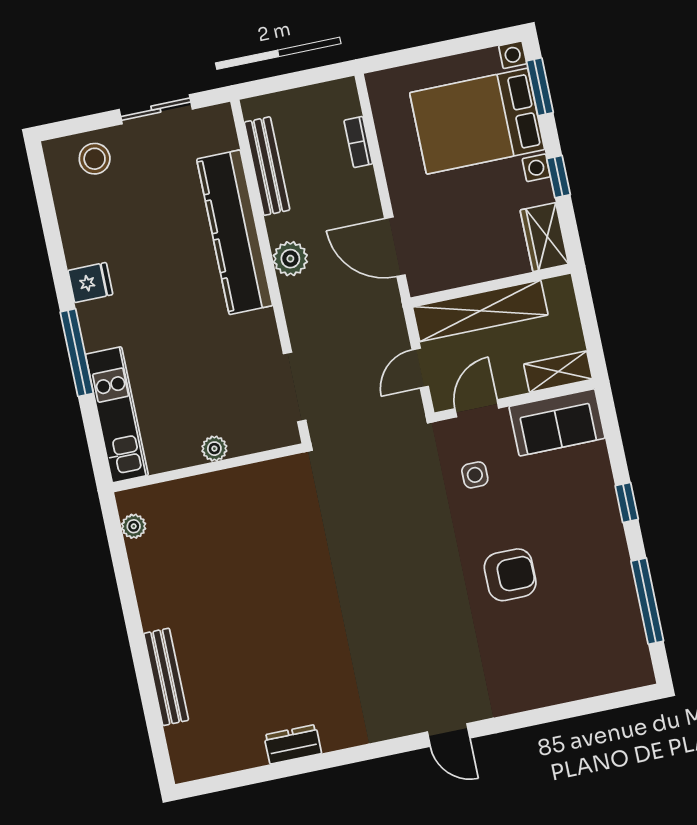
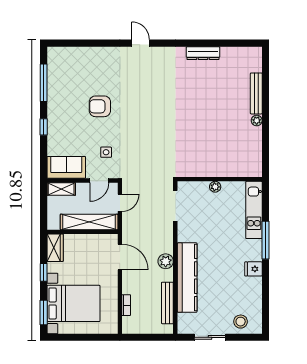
plant: (134, 526) -> (257, 120), moved
dresser: (293, 744) -> (203, 53), width x1.44

